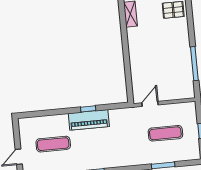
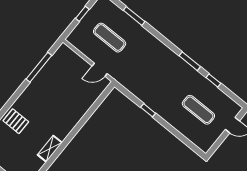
piano: (89, 120) -> (155, 102), removed

